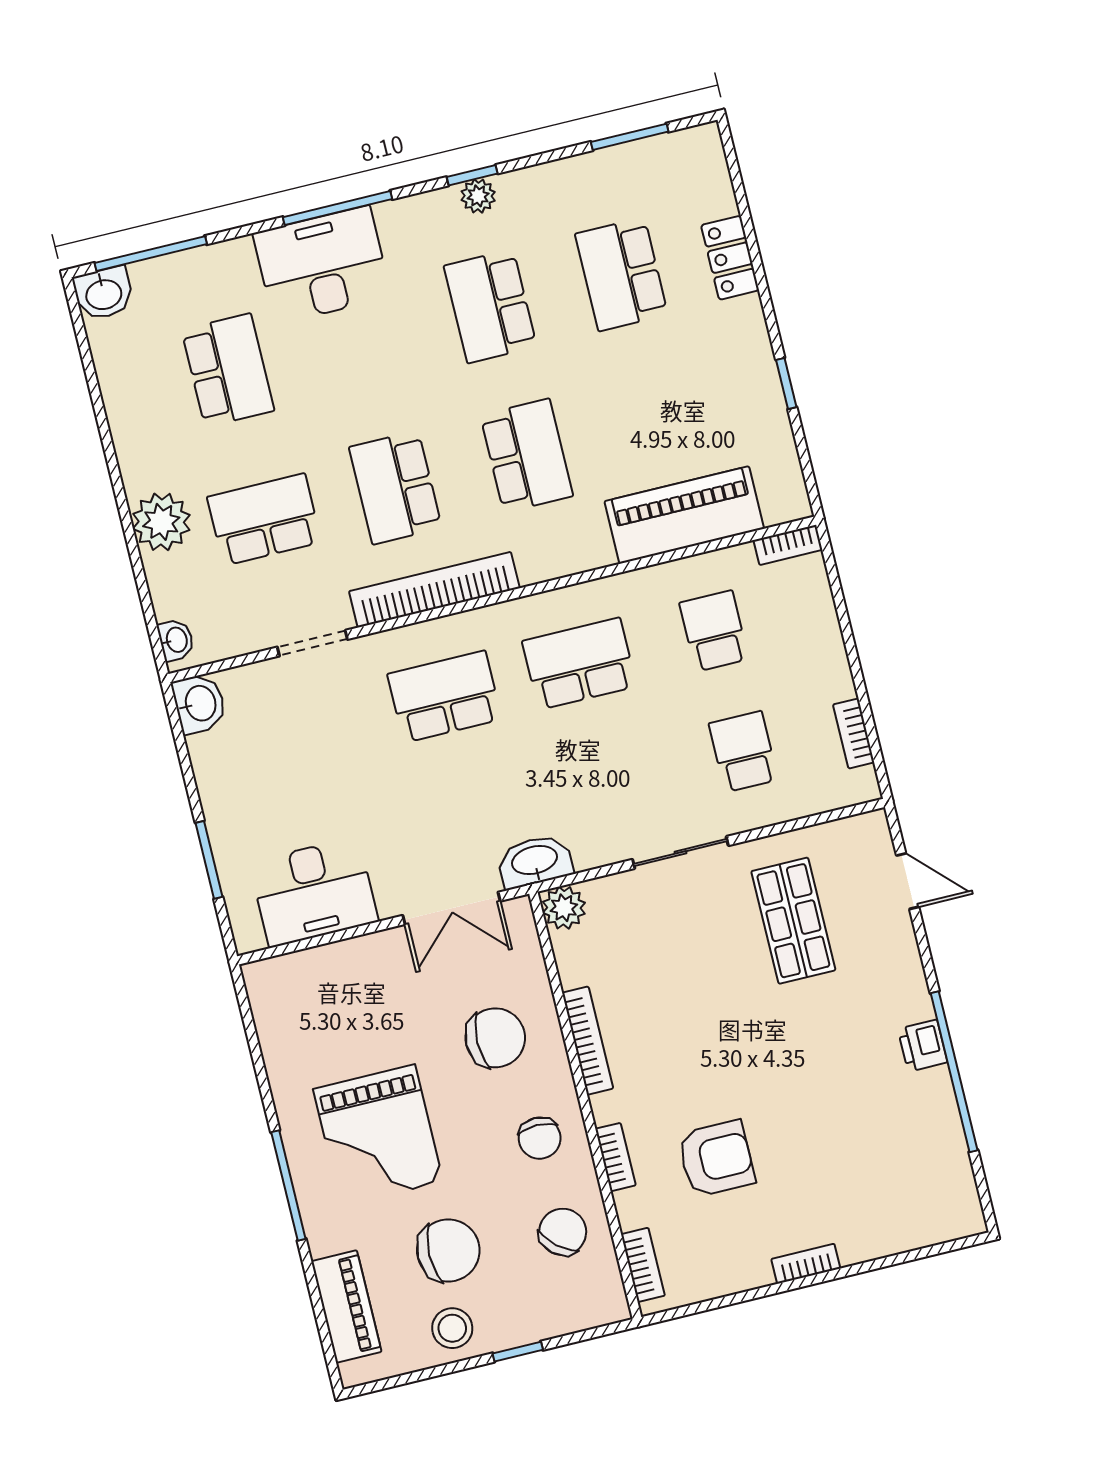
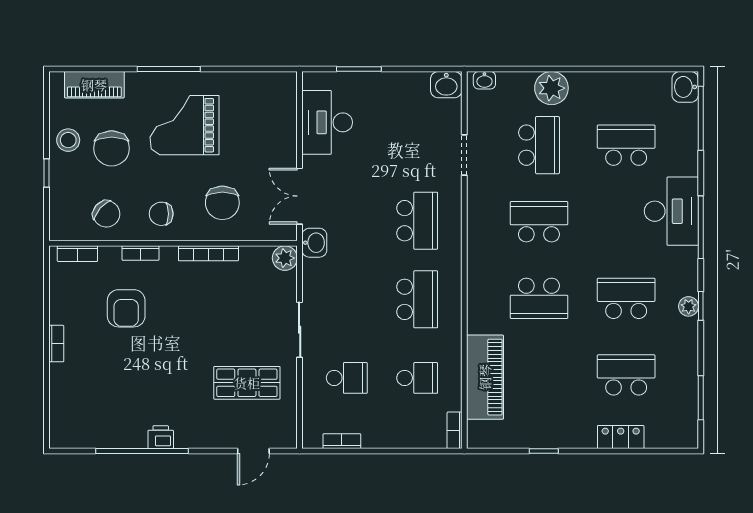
school desk: (228, 370) -> (626, 145), turned 180
bookcase: (434, 590) -> (477, 229), removed
washbasin: (535, 861) -> (314, 243), width x0.72

